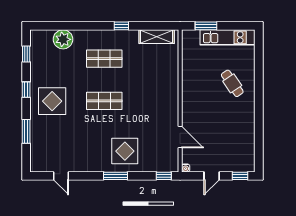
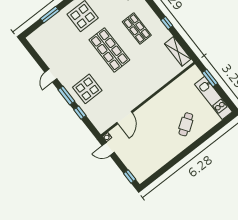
shop shelf: (104, 101) -> (109, 50), width x1.43, depth x1.36
door: (61, 176) -> (51, 76), moved
window: (164, 176) -> (80, 113), moved
door: (212, 176) -> (108, 149), moved

